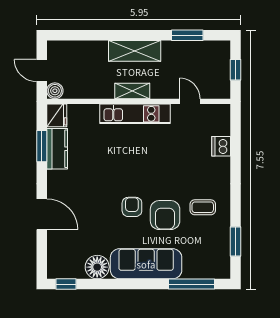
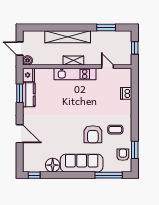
shelving: (135, 51) -> (68, 37), width x1.47
armchair: (132, 207) -> (123, 155), moved

